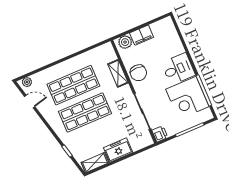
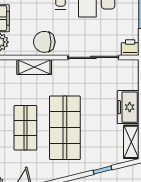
chair: (138, 73) -> (44, 42), turned 180
shop shelf: (73, 85) -> (25, 128), width x0.70, depth x0.74

